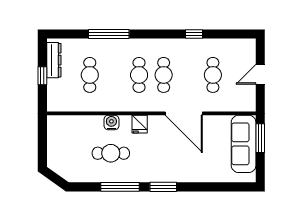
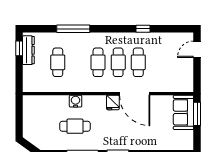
door: (260, 74) -> (197, 49), moved
cafe table: (213, 75) -> (138, 62), moved
window: (42, 76) -> (19, 48), moved
fridge: (140, 124) -> (113, 102), moved
sofa: (244, 144) -> (183, 112), width x0.73

